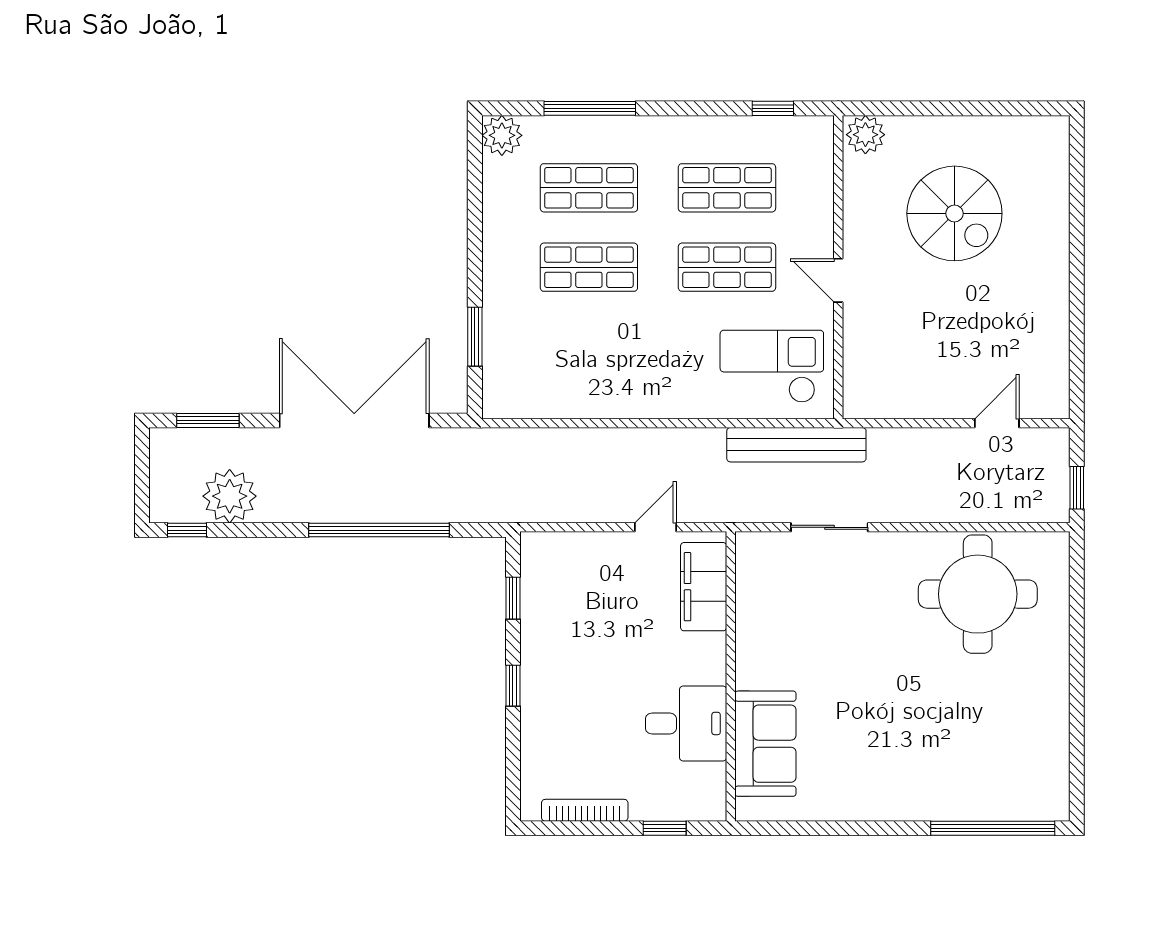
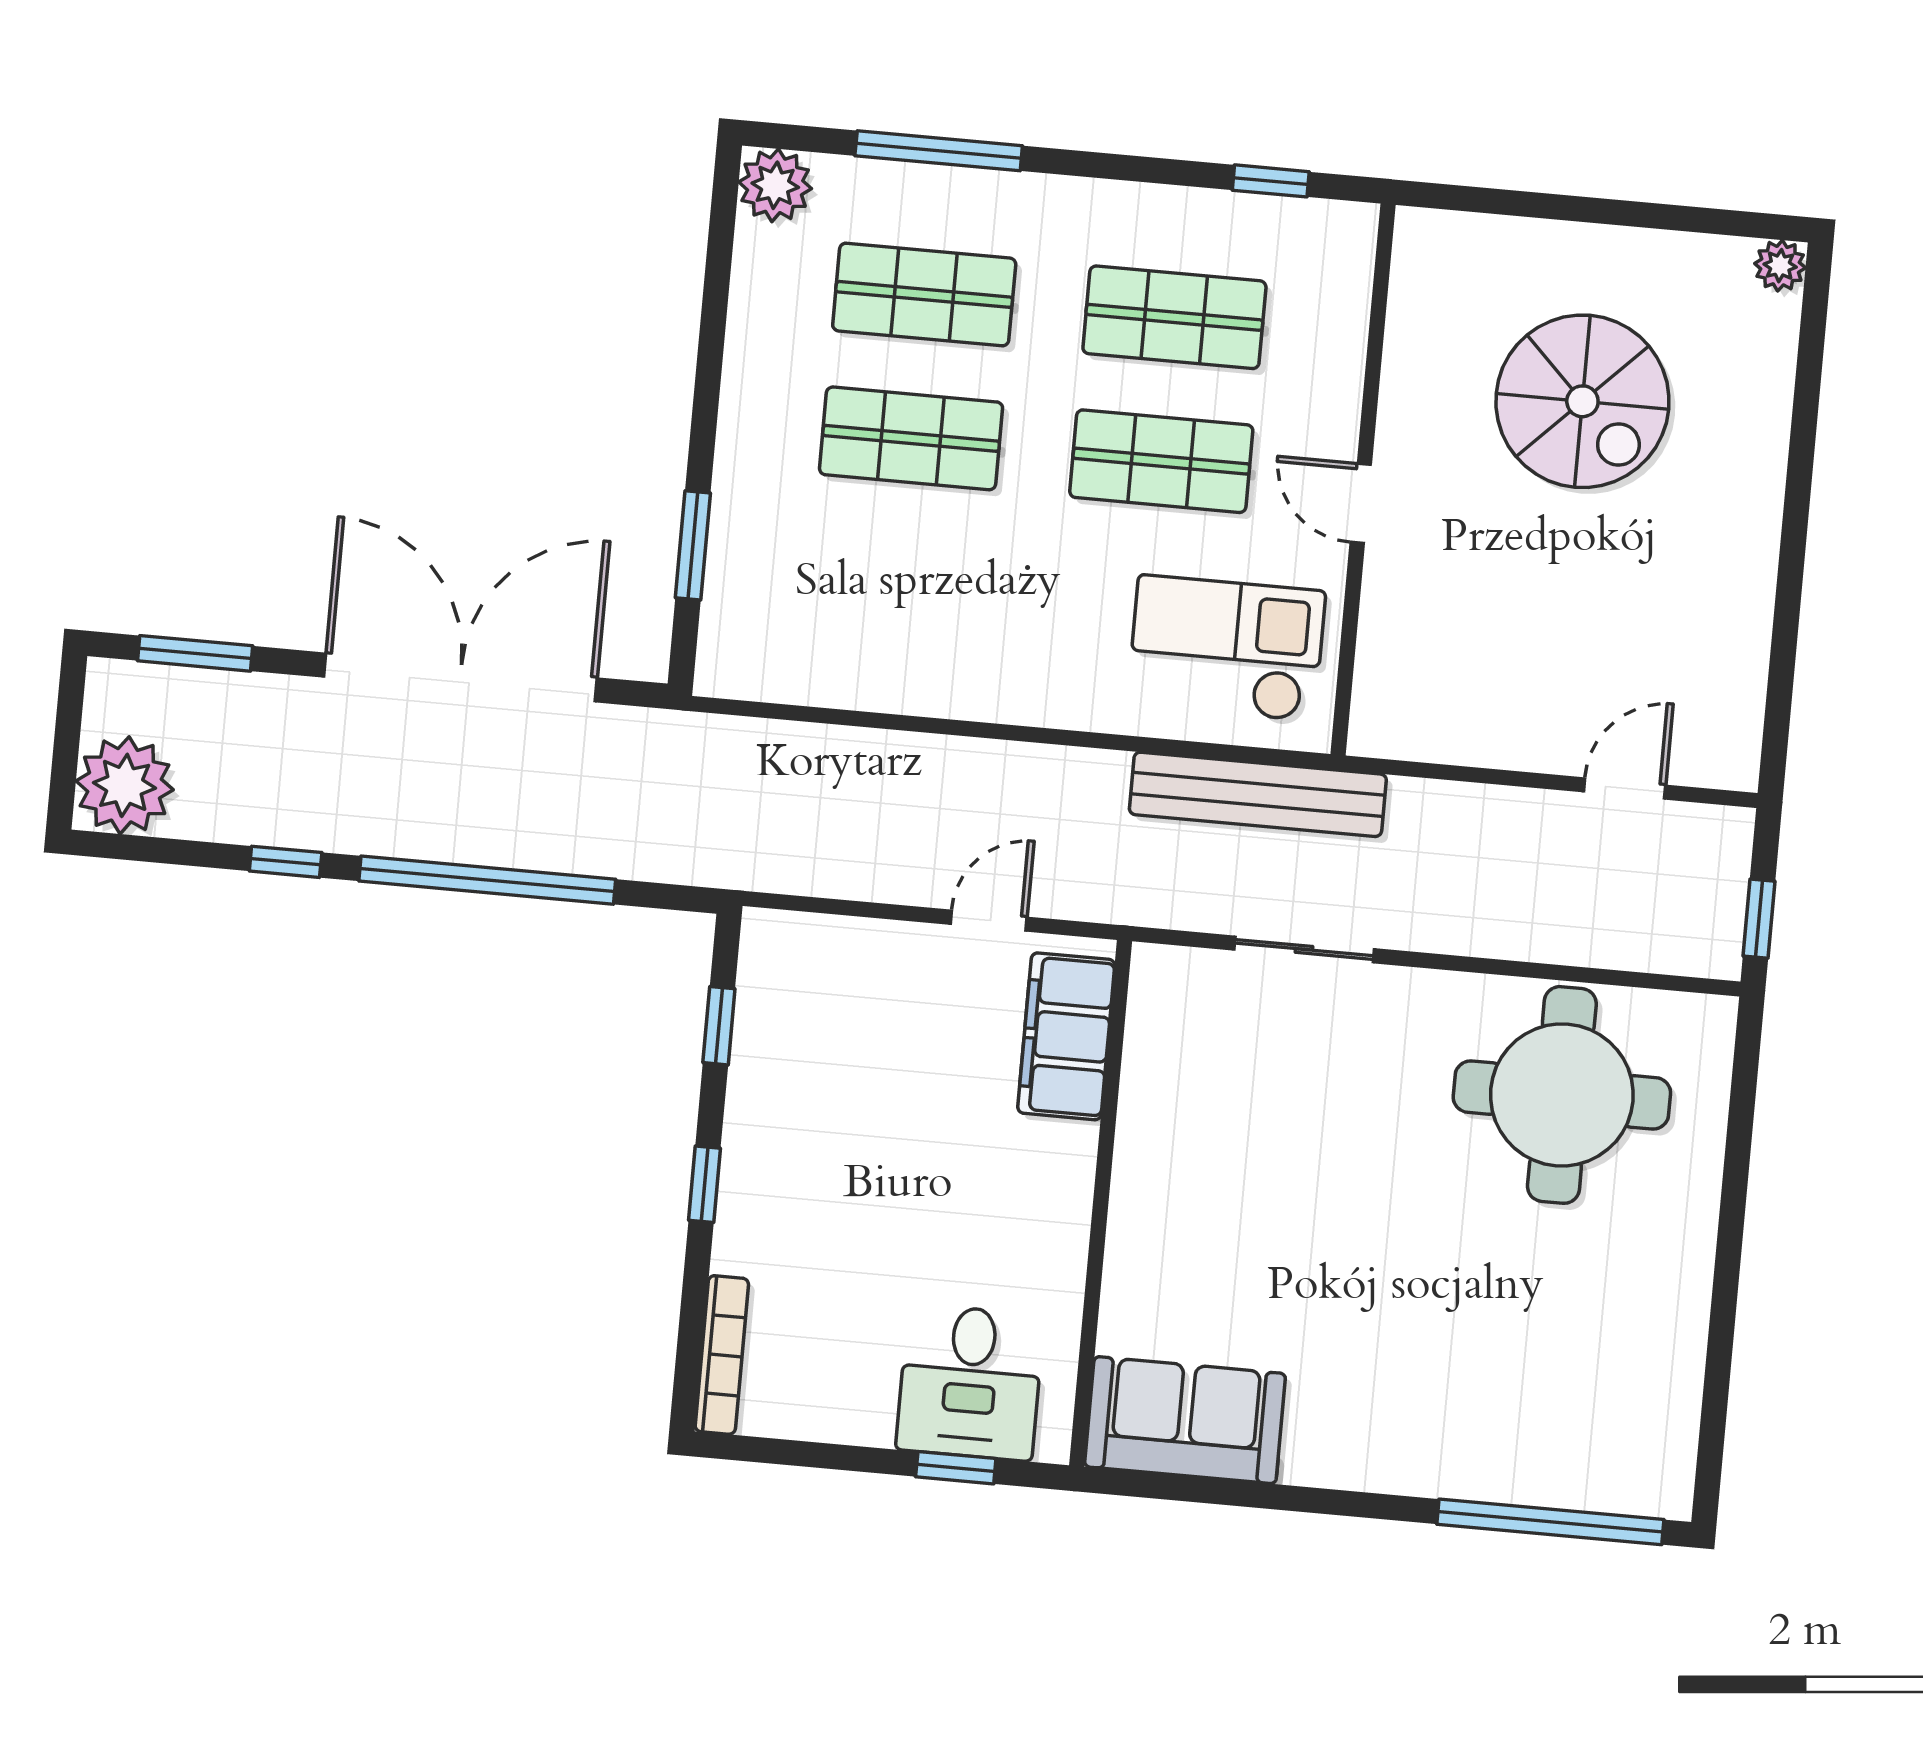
plant: (865, 135) -> (1780, 266), moved, width x0.73, depth x0.73
plant: (230, 496) -> (125, 785), moved
window: (187, 530) -> (286, 862), moved
desk: (686, 723) -> (970, 1382), moved, turned 90
sofa: (765, 744) -> (1185, 1420), moved, turned -90
bookcase: (585, 810) -> (722, 1355), moved, turned 90

